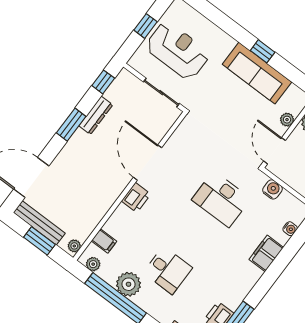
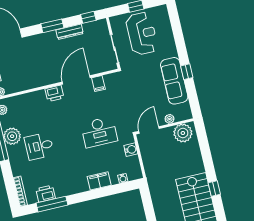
desk: (221, 199) -> (99, 132), turned -90
filing cabinet: (104, 241) -> (98, 84), moved
desk: (168, 270) -> (39, 146), turned 90

